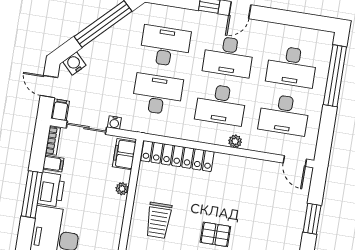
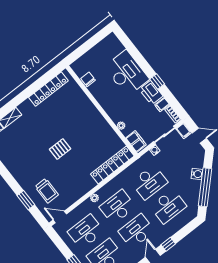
water cooler: (74, 63) -> (197, 174), moved
window: (32, 194) -> (157, 82), width x0.46
trolley: (159, 220) -> (47, 191), moved, turned 180

